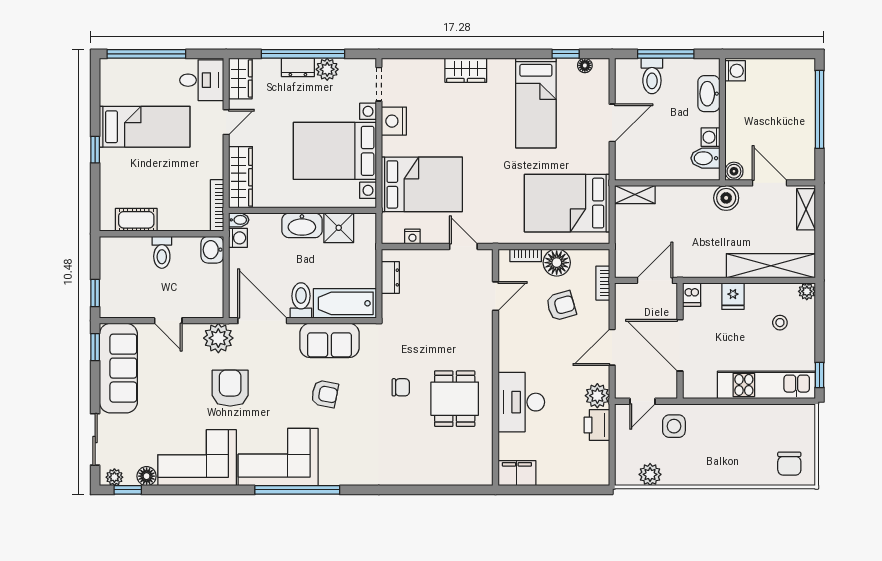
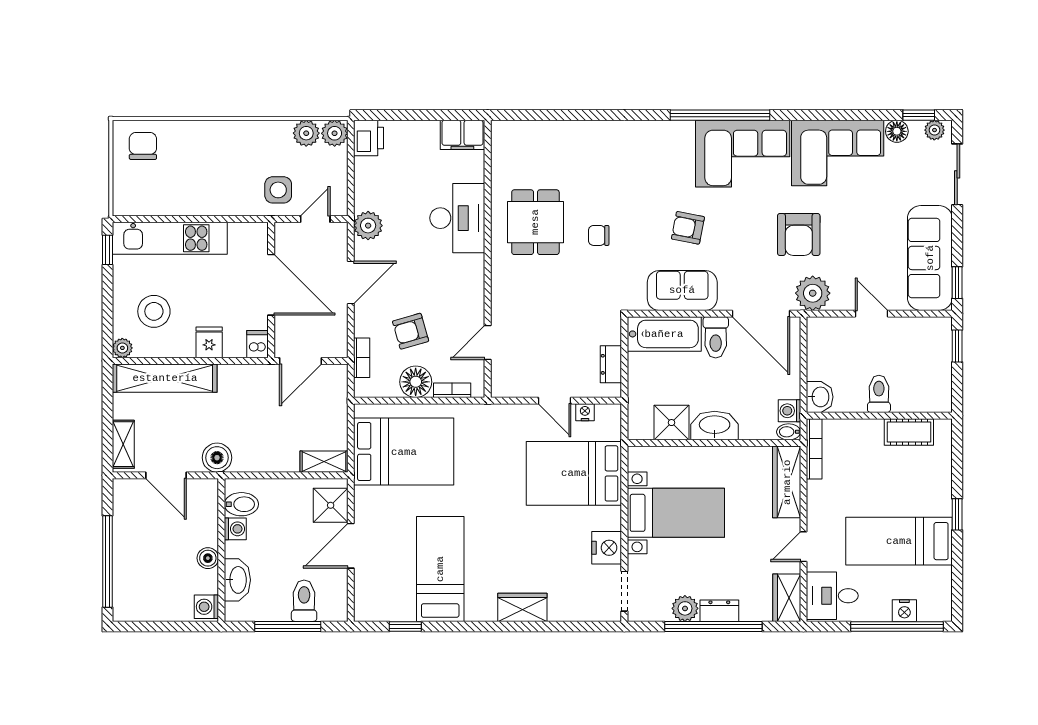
floor lamp: (585, 65) -> (383, 613), removed
nightstand: (140, 68) -> (904, 611), added
bed with nightstands: (335, 151) -> (676, 513), width x0.73
shower: (629, 157) -> (331, 505), added
boiler: (734, 171) -> (208, 558), moved
door: (463, 246) -> (555, 401), moved
stool: (780, 323) -> (154, 311), width x1.89, depth x1.89
printer: (597, 425) -> (369, 138), moved
plant: (626, 474) -> (335, 133), added

